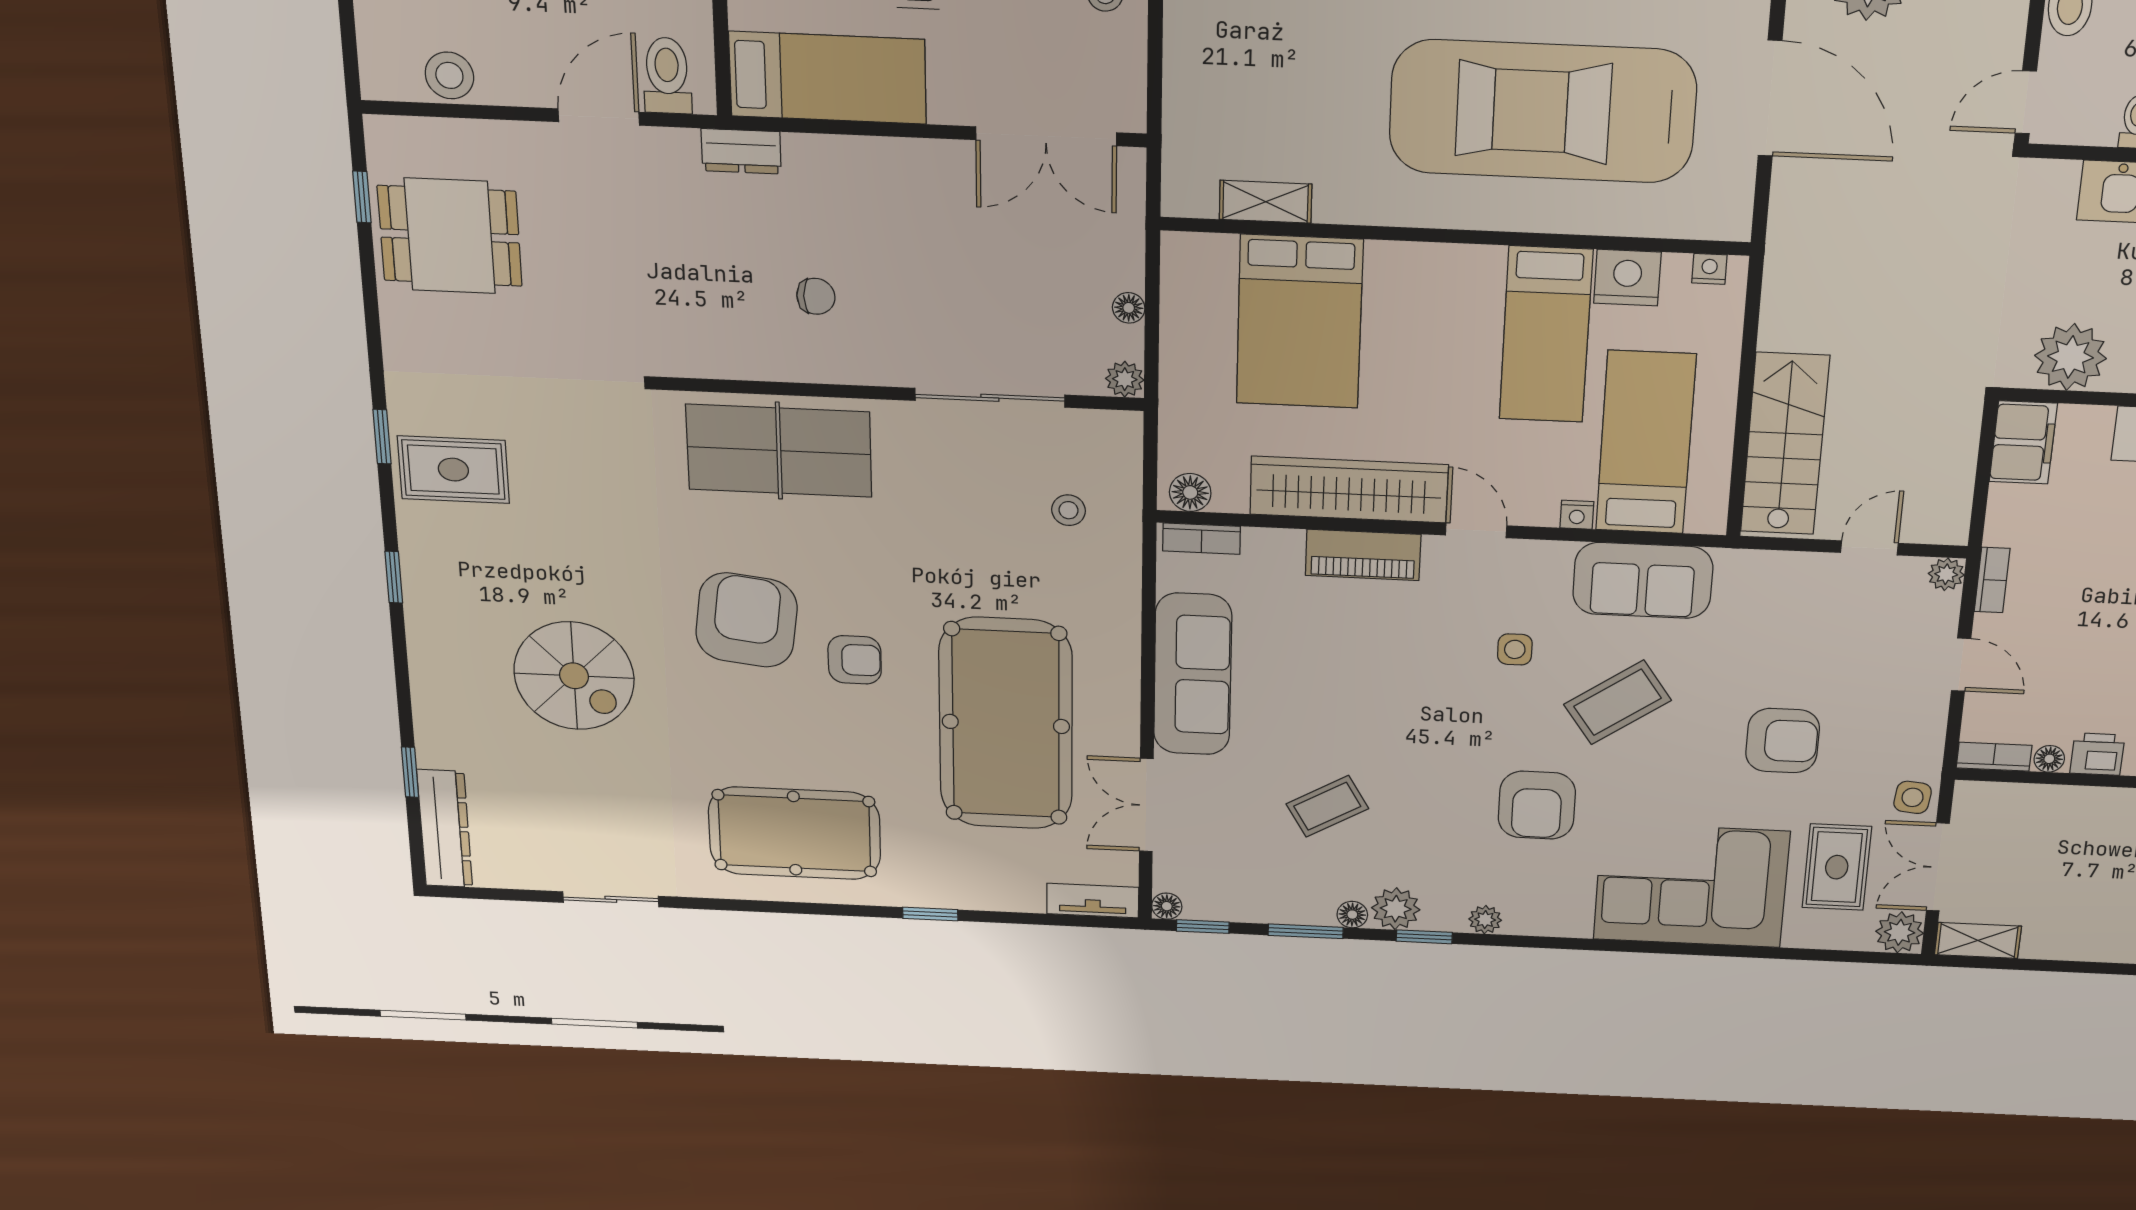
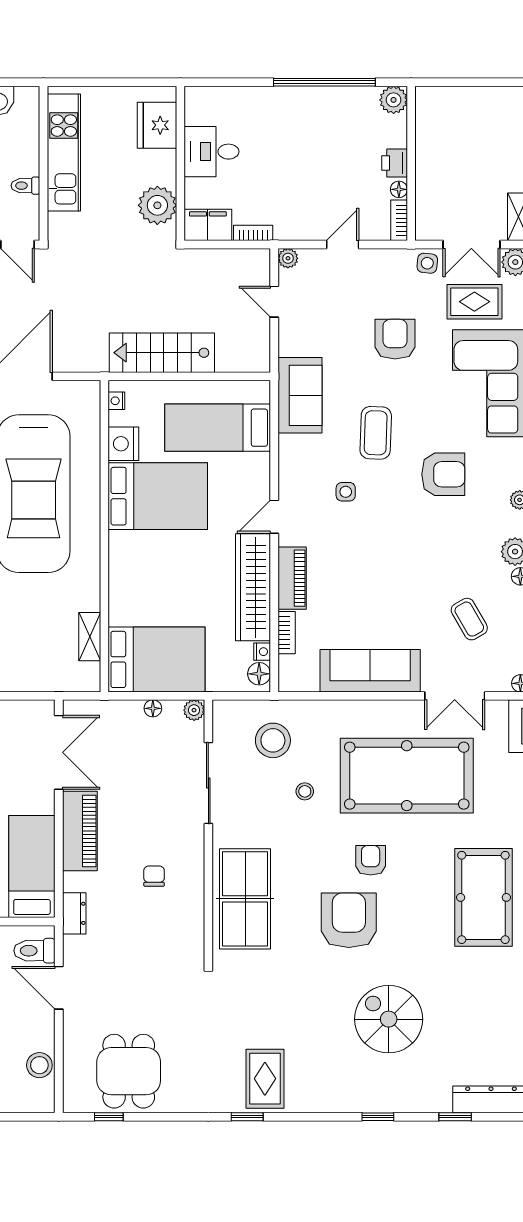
piano: (897, 168) -> (80, 831), added
bed: (1299, 322) -> (156, 659), moved
bed: (1546, 335) -> (158, 496), width x1.50
stairs: (1785, 444) -> (162, 353), moved
stool: (1069, 510) -> (273, 740), width x1.89, depth x1.89
nightstand: (1577, 515) -> (262, 652), moved
bookcase: (1202, 539) -> (287, 633), moved
stool: (976, 559) -> (305, 791), added
window: (394, 577) -> (378, 1117), moved
sofa: (1643, 580) -> (300, 395), moved
bookcase: (1992, 580) -> (253, 233), moved
armchair: (746, 620) -> (349, 920), turned 83
spiral stairs: (574, 676) -> (389, 1019), turned -90
coffee table: (1618, 702) -> (376, 433), turned 37
coffee table: (1327, 806) -> (469, 619), moved

